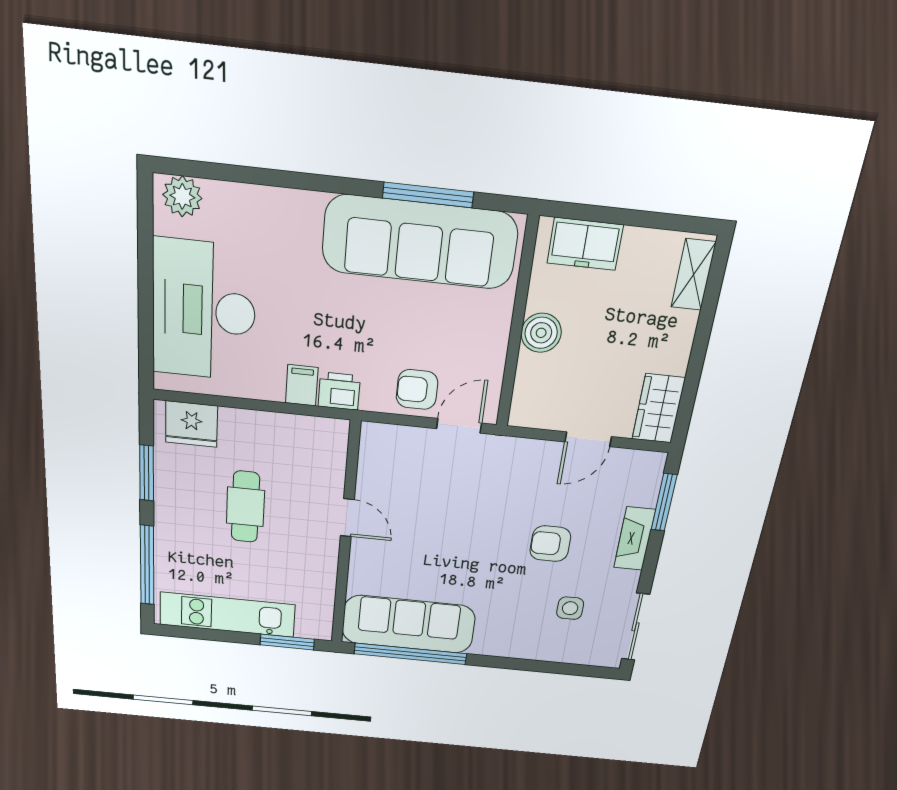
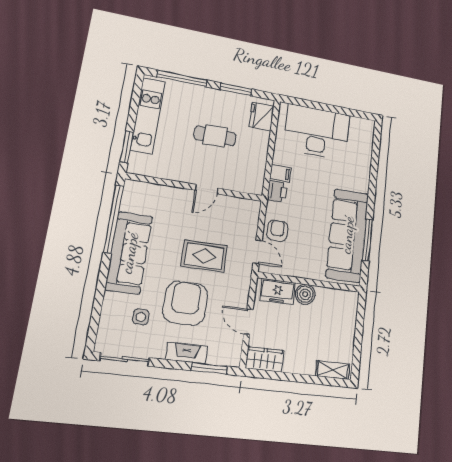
plant: (182, 196) -> (366, 131), removed
freezer: (585, 244) -> (278, 291), moved, turned -90
rug: (469, 517) -> (204, 256), added
armchair: (550, 544) -> (185, 303), width x1.88, depth x1.88
sofa: (408, 624) -> (129, 253), moved

